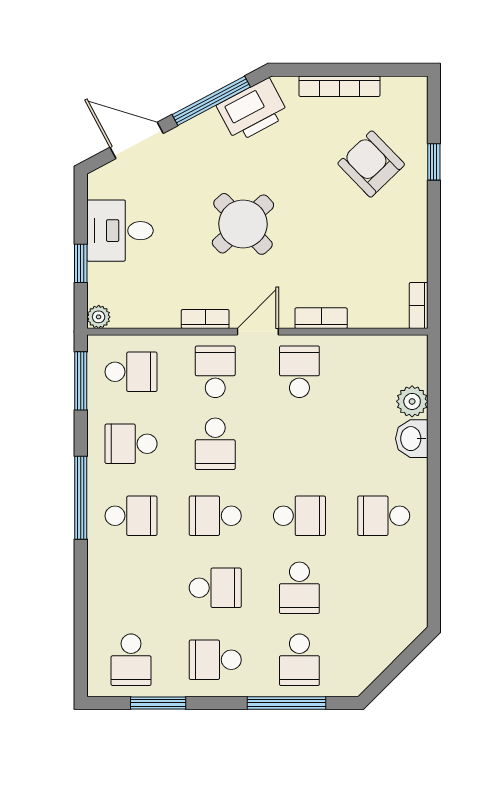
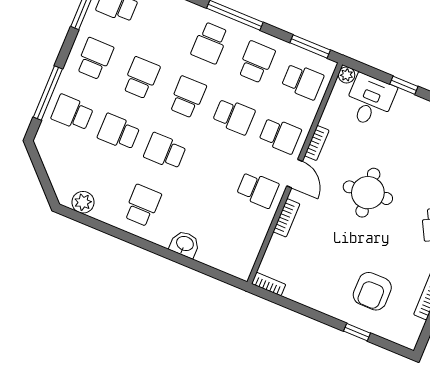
armchair: (371, 164) -> (372, 291), turned 134
round table: (243, 224) -> (368, 193), turned 38
desk: (120, 231) -> (370, 101), moved
window: (81, 263) -> (404, 85), moved
school desk: (131, 372) -> (303, 81), turned -90
plant: (412, 401) -> (83, 202), moved
school desk: (215, 444) -> (234, 116), turned 180
school desk: (299, 516) -> (165, 151), turned 90
school desk: (215, 588) -> (141, 78), turned 180

